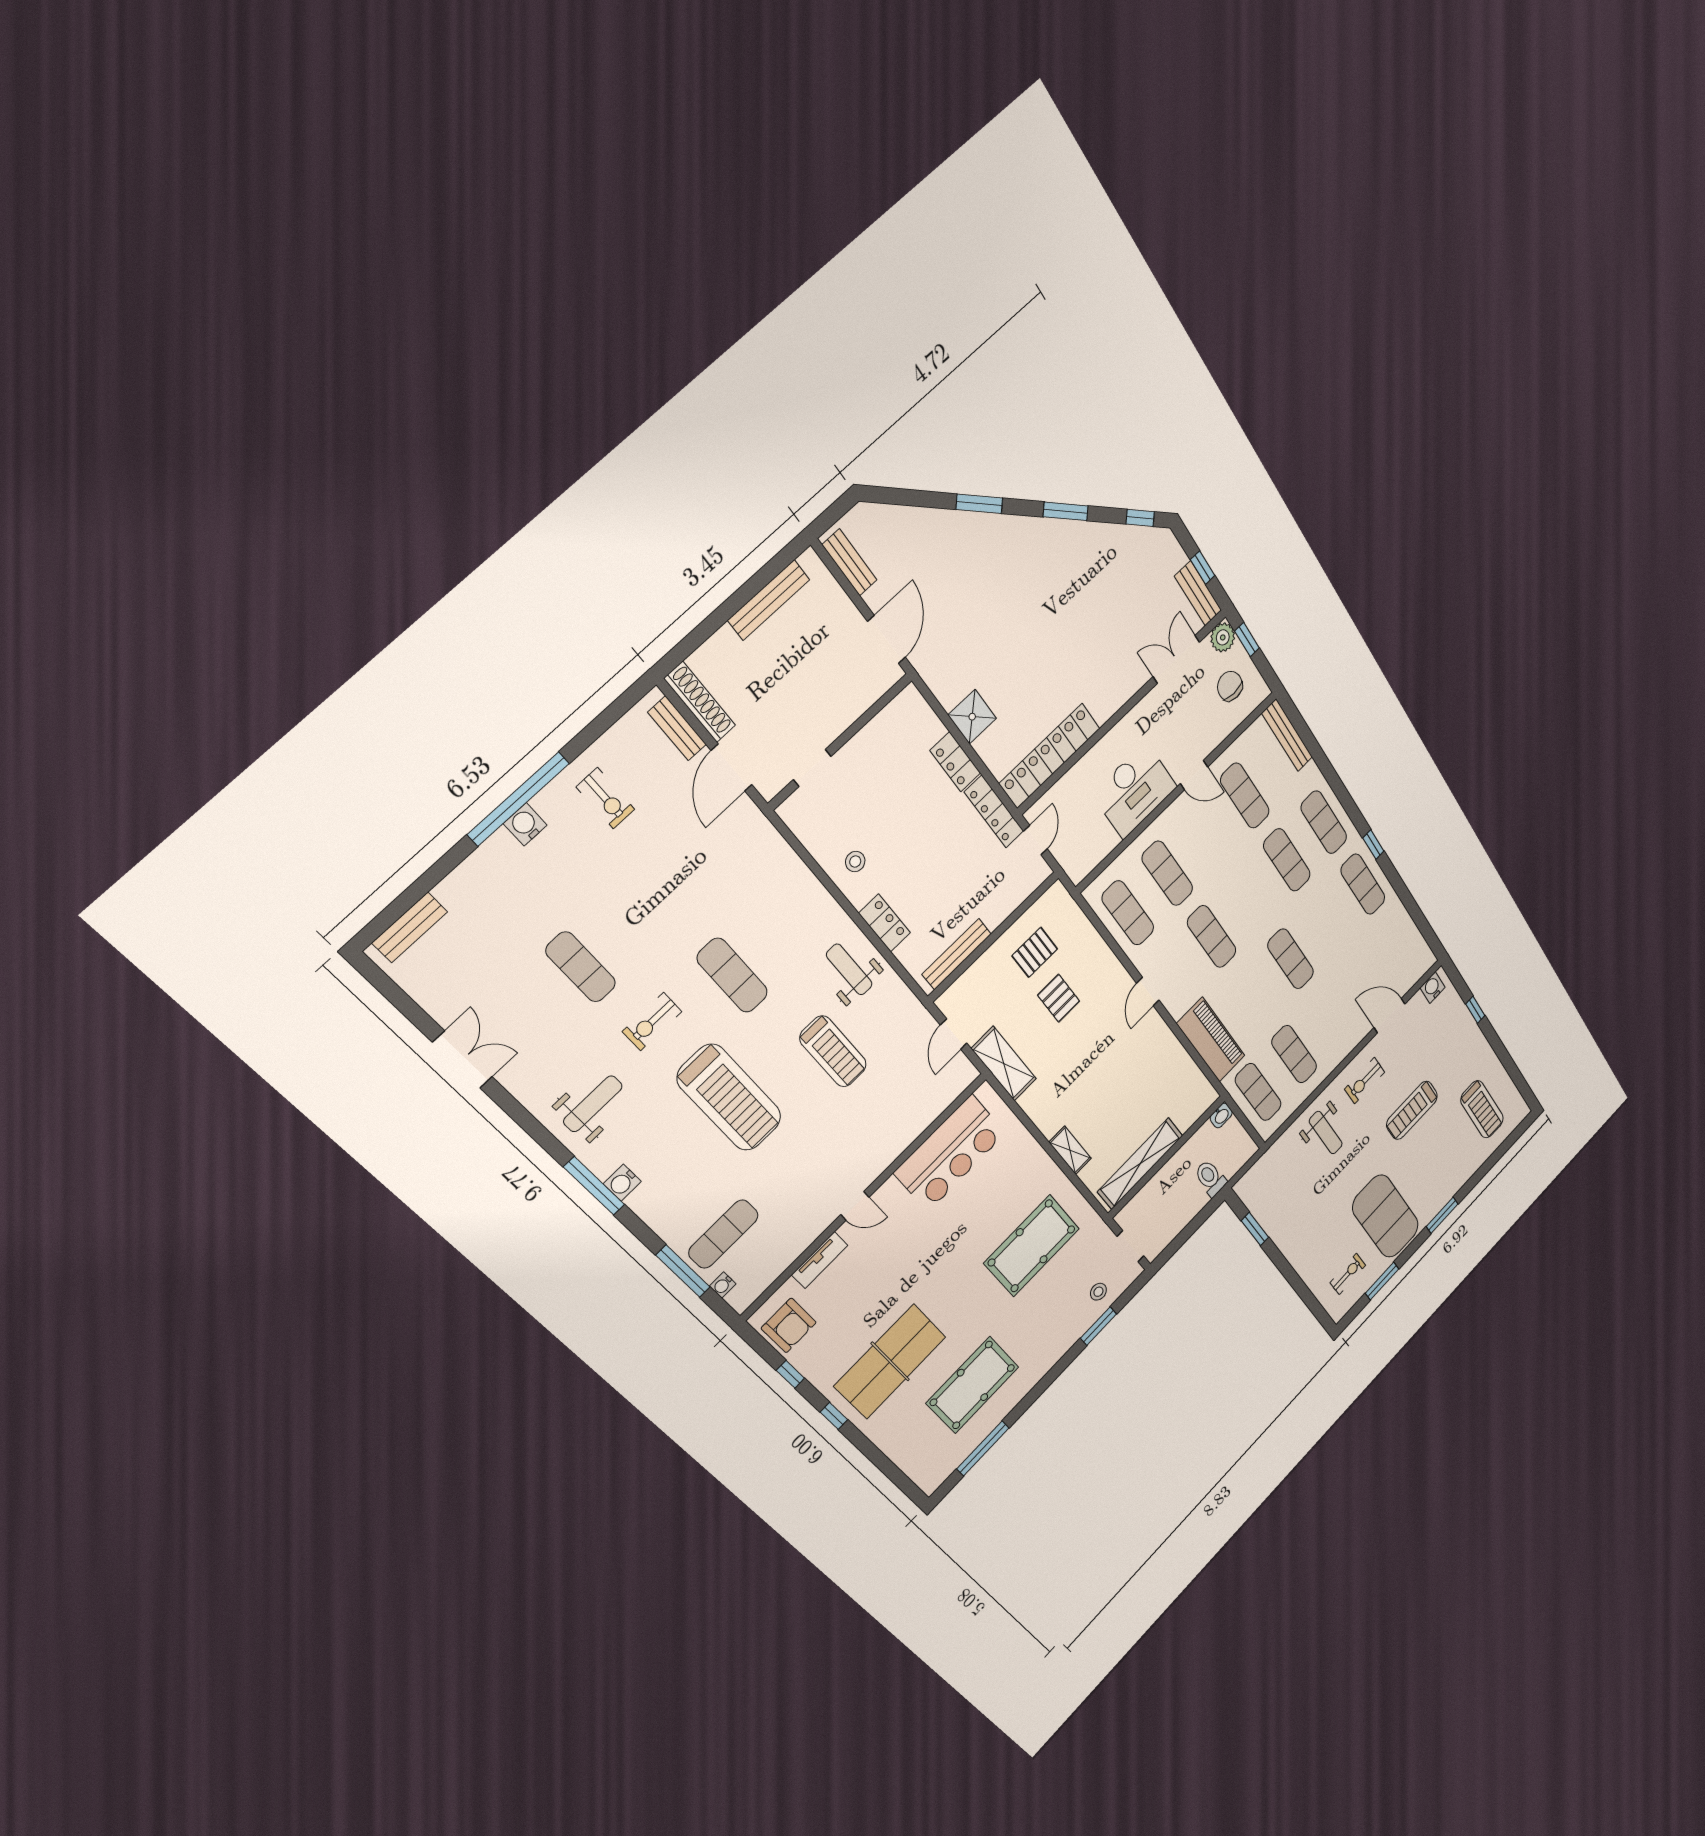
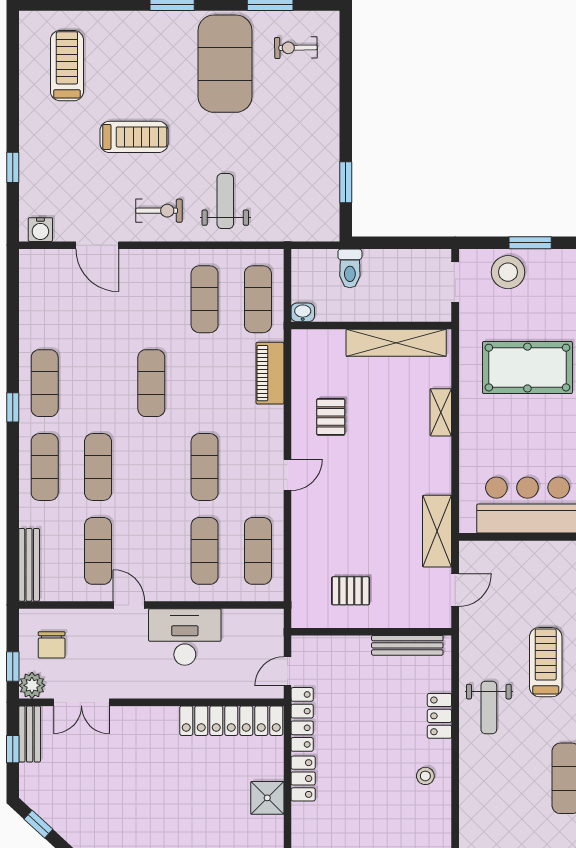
pallet: (1059, 998) -> (331, 417), moved
piano: (1211, 1040) -> (270, 373), width x0.73, depth x0.75
stool: (1098, 1292) -> (508, 272), width x1.89, depth x1.89

